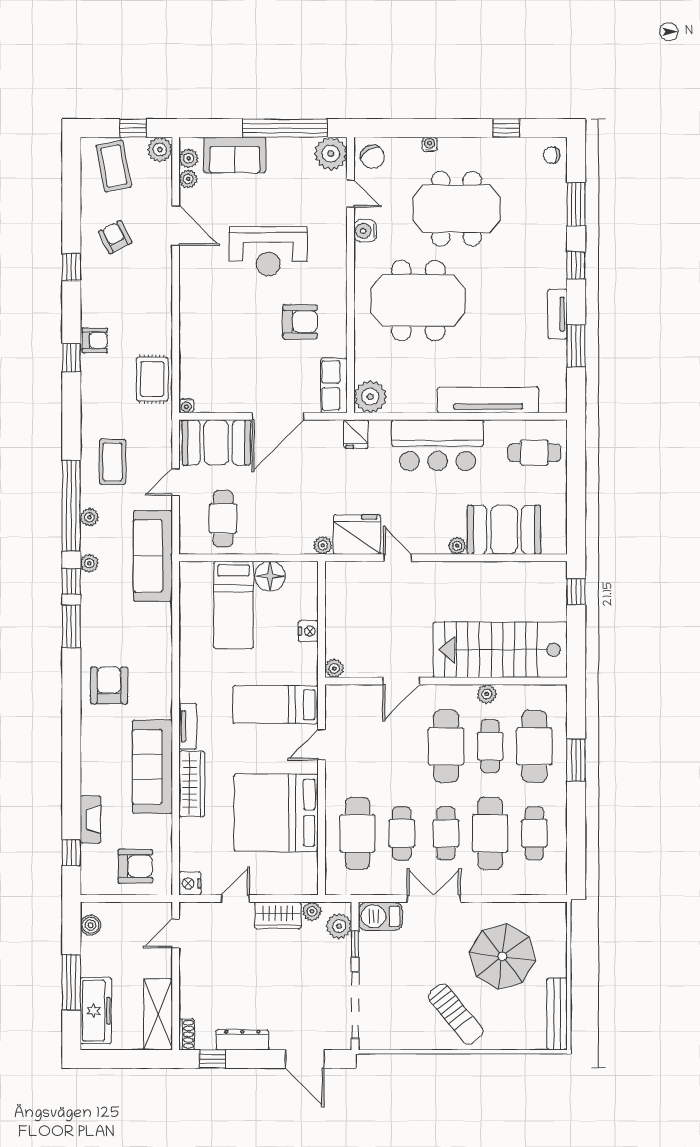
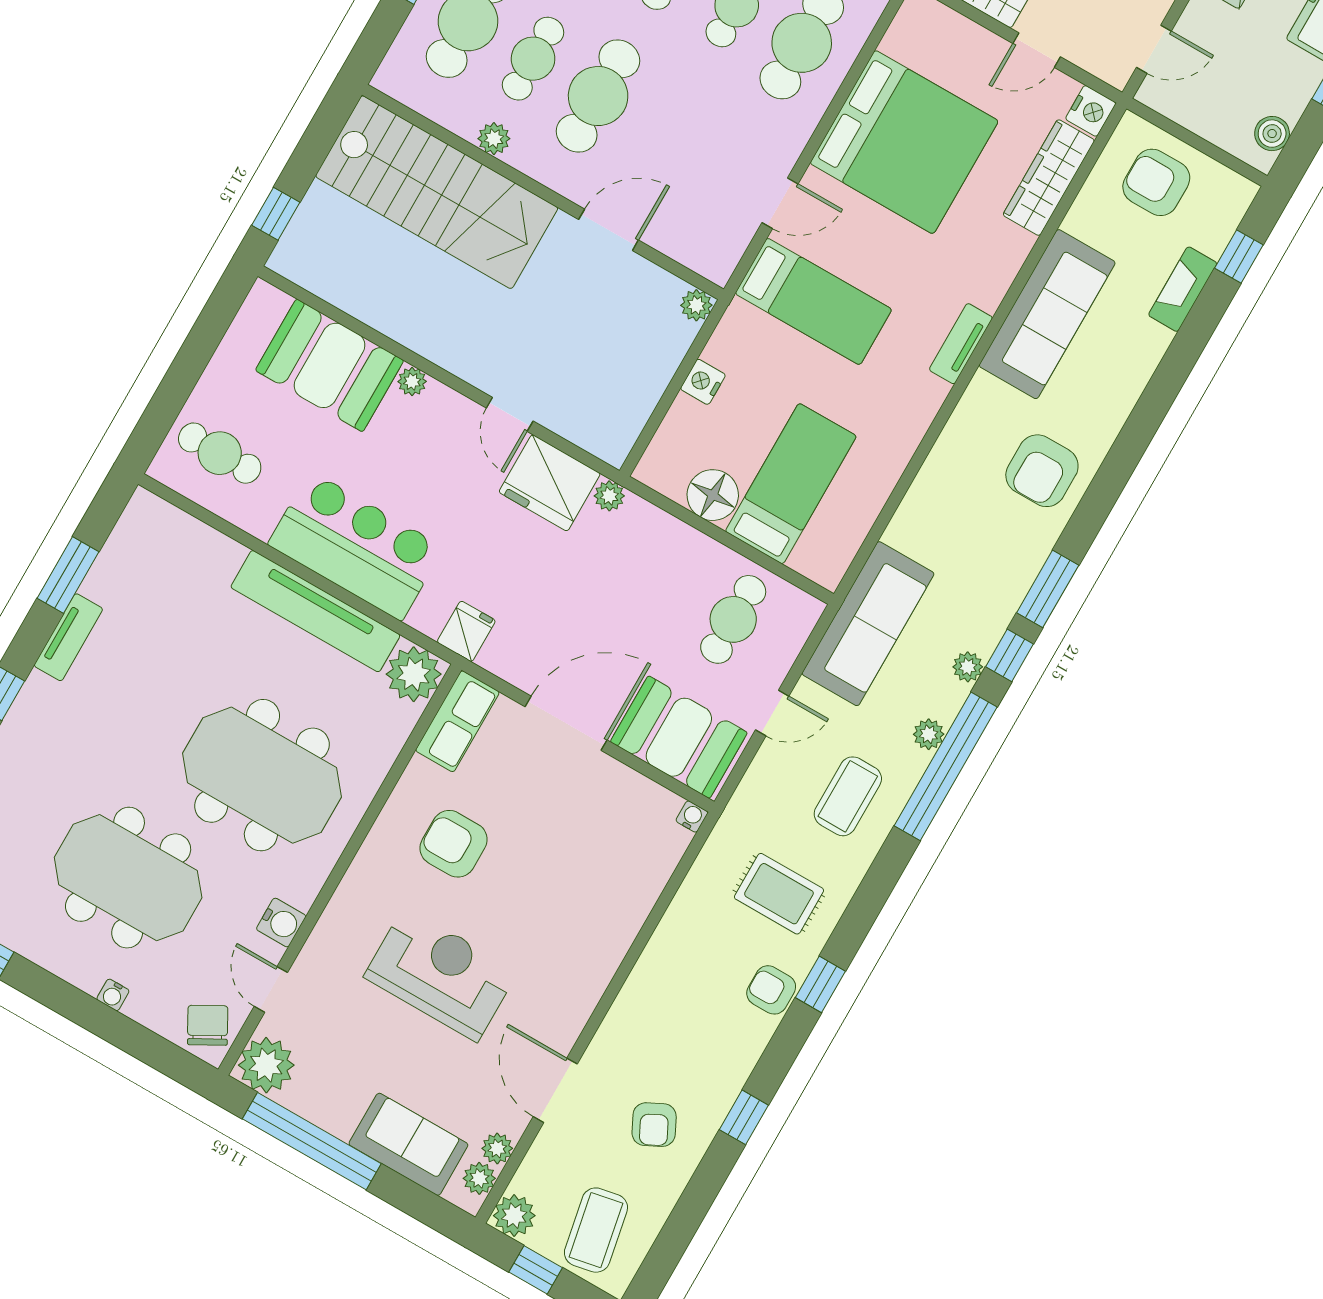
rug: (152, 379) -> (779, 894), moved, turned 90
tv unit: (488, 400) -> (315, 611), moved
wardrobe: (192, 784) -> (1049, 178), moved

